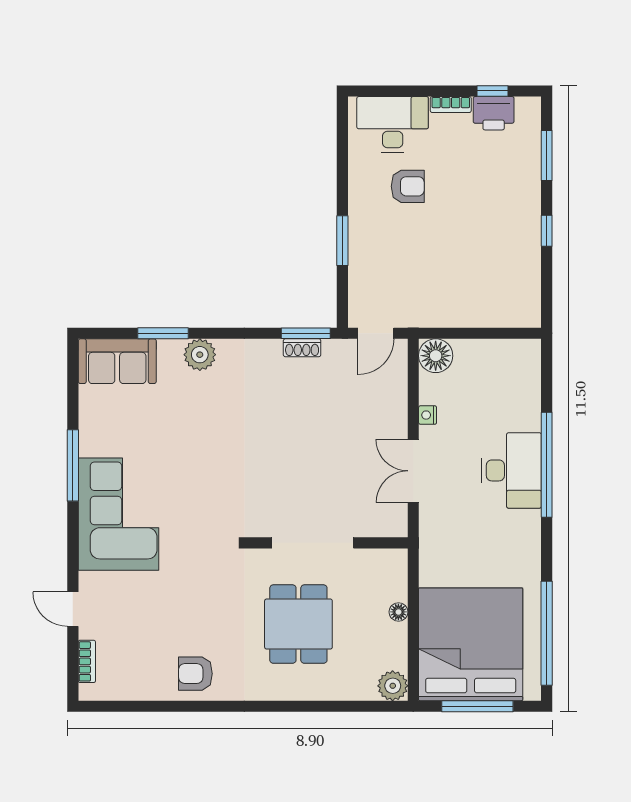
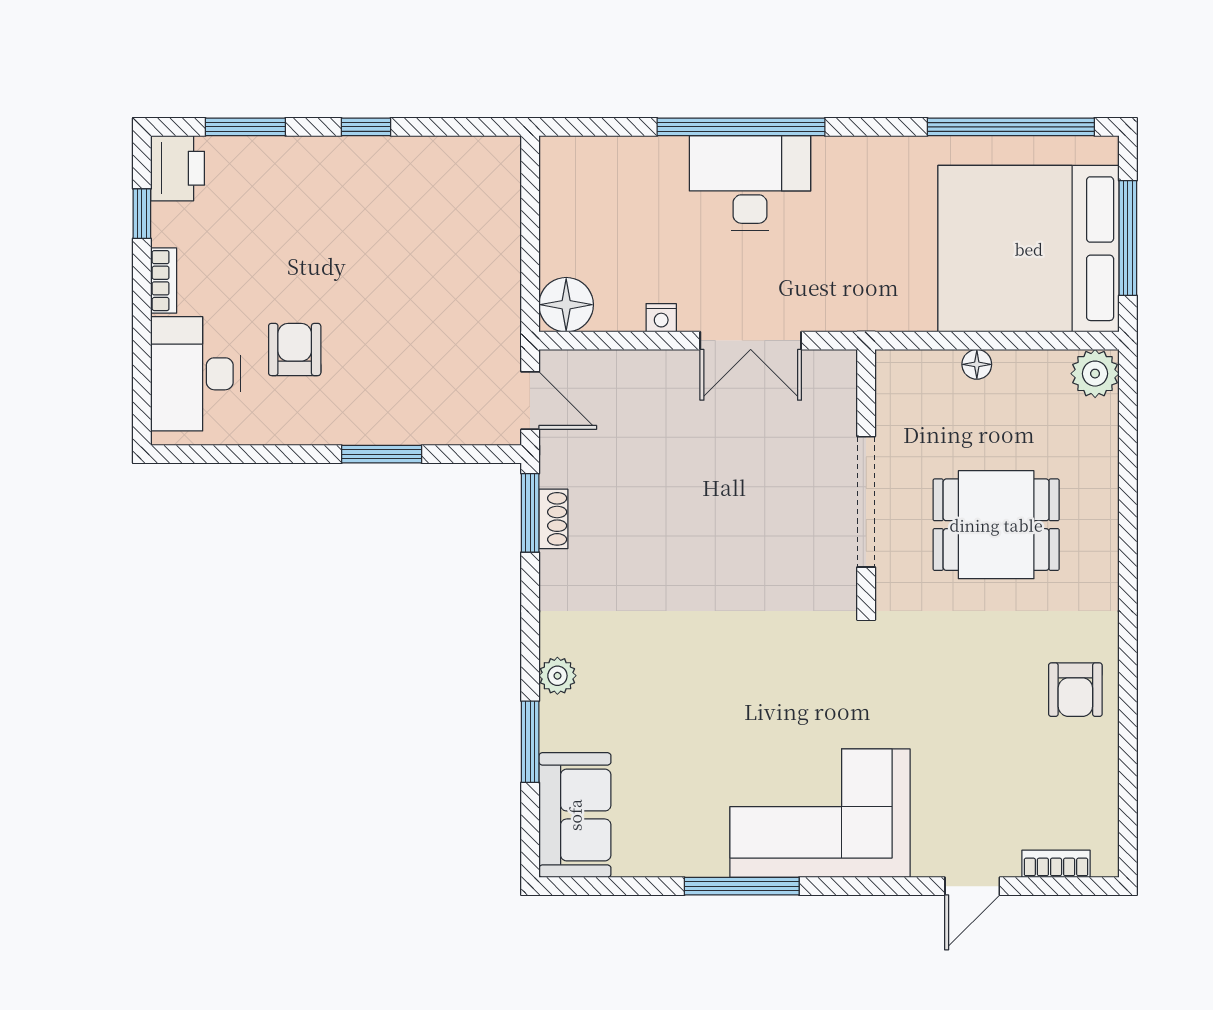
printer: (494, 113) -> (178, 168), moved
plant: (200, 355) -> (557, 676), width x0.73, depth x0.73

